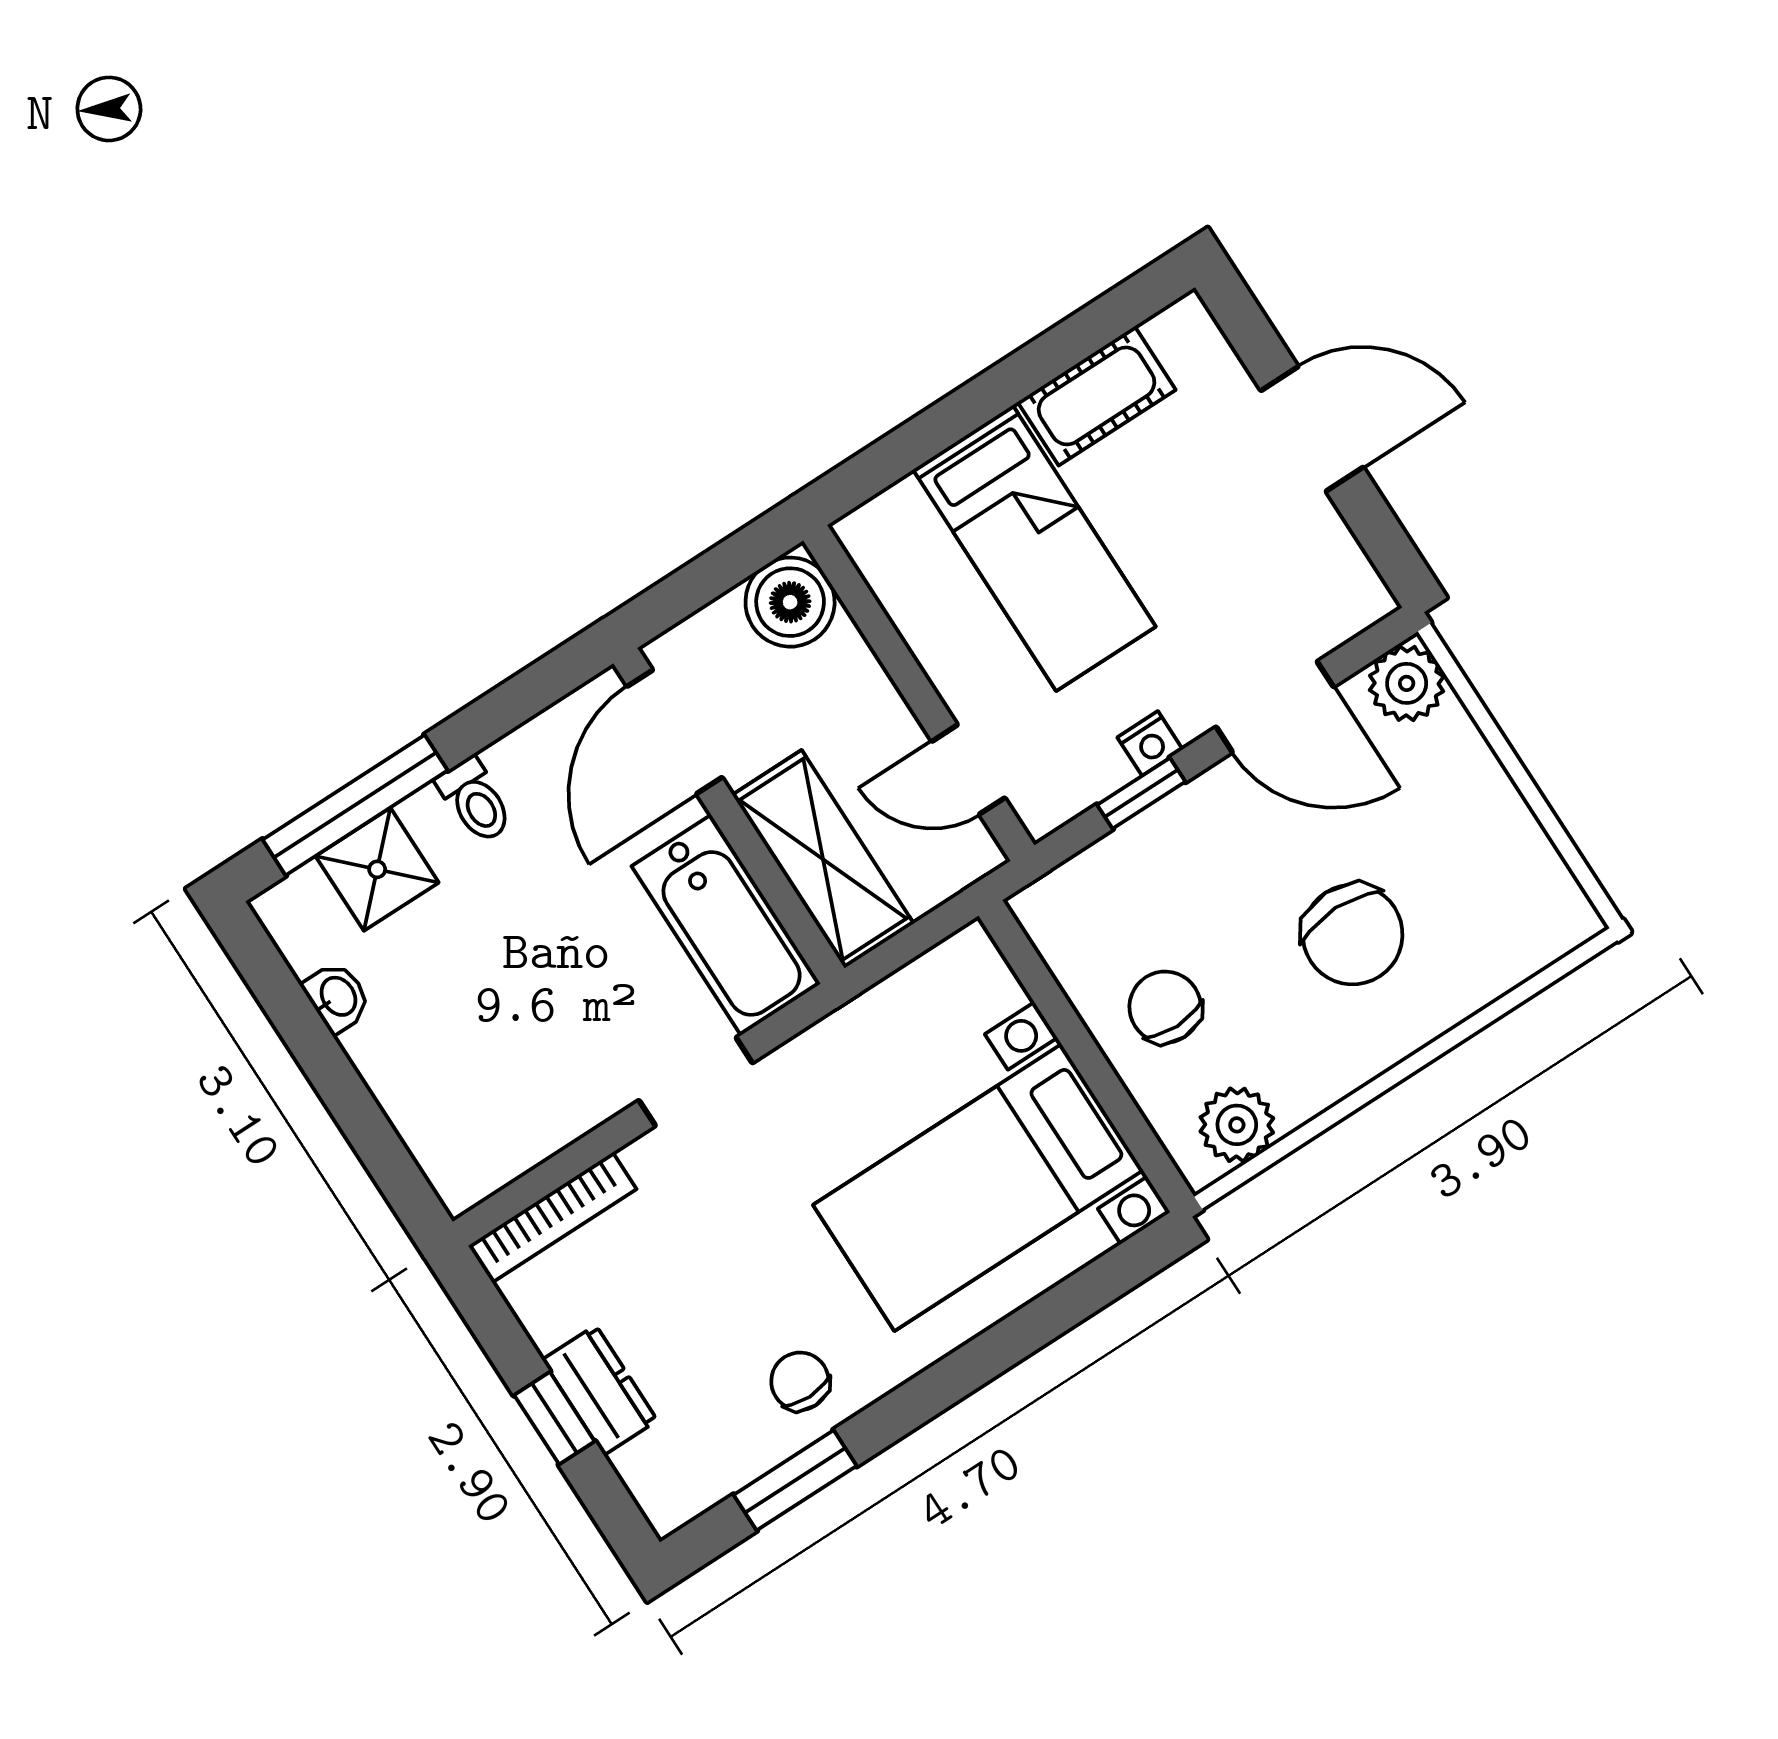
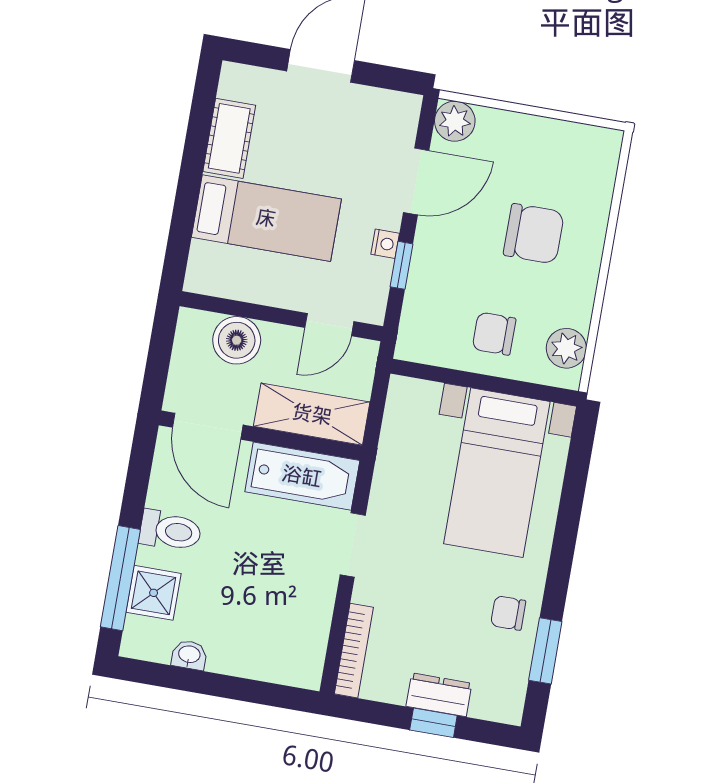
boiler: (790, 602) -> (237, 340), moved
toilet: (475, 800) -> (170, 531), width x1.37, depth x1.39

